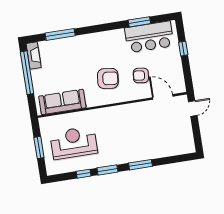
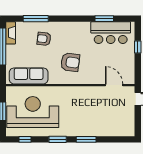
armchair: (141, 75) -> (44, 39), moved
reception desk: (74, 143) -> (33, 112), width x1.36, depth x1.30
window: (84, 174) -> (25, 139), moved

